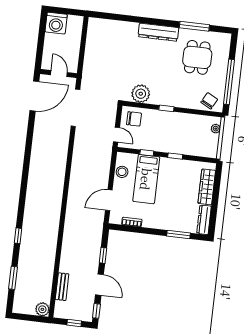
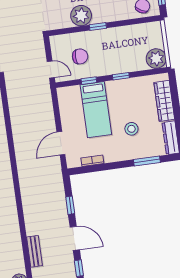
plant: (141, 94) -> (81, 16), moved
chair: (134, 119) -> (80, 56), moved
plant: (216, 129) -> (156, 59), moved, width x1.87, depth x1.87
stool: (122, 172) -> (131, 129), moved

